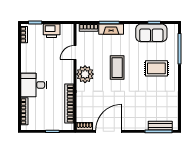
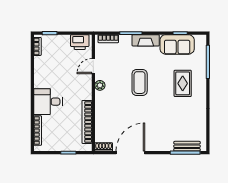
fireplace: (111, 29) -> (146, 40), moved
printer: (52, 31) -> (80, 42), moved
rug: (156, 68) -> (183, 83), turned 90
plant: (85, 74) -> (100, 85), width x0.53, depth x0.53

